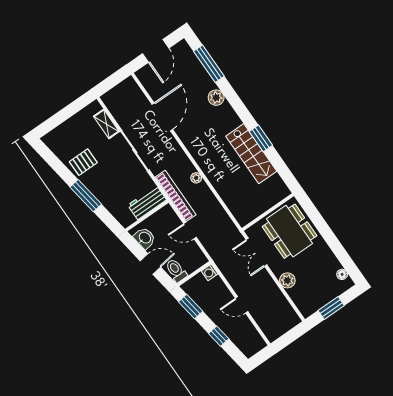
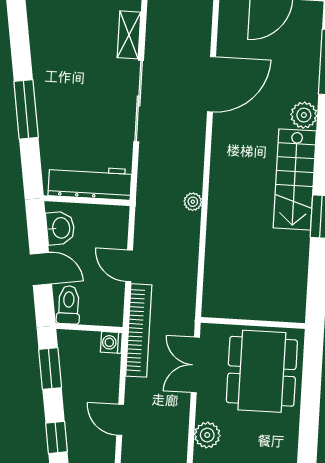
stairs: (251, 154) -> (295, 179), moved
pallet: (83, 162) -> (58, 62), removed
bookcase: (176, 196) -> (139, 330), moved
workbench: (147, 203) -> (90, 182), width x1.38

